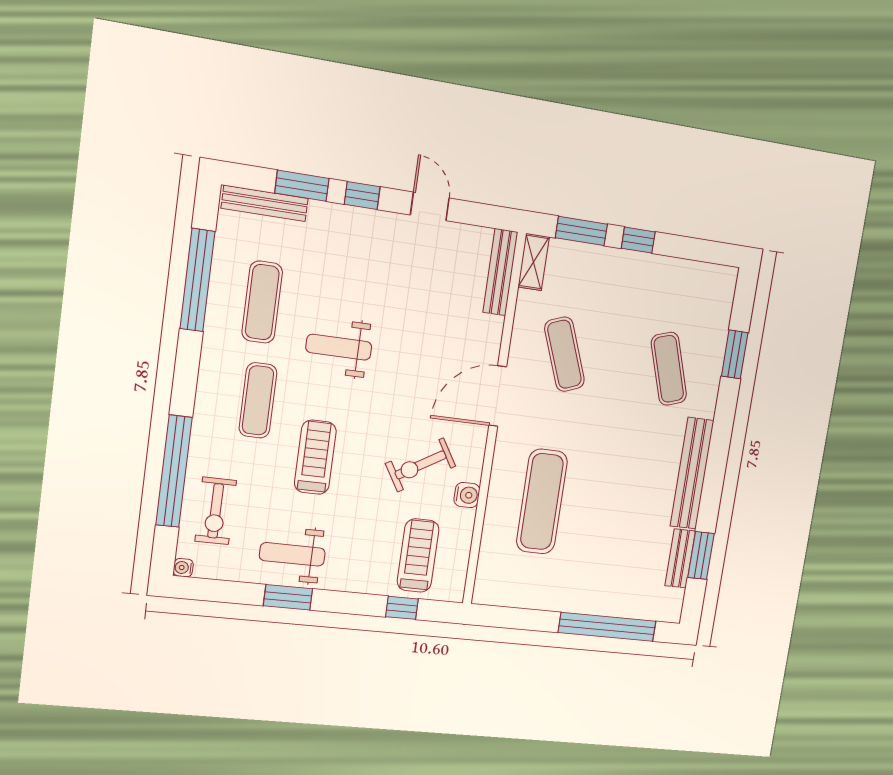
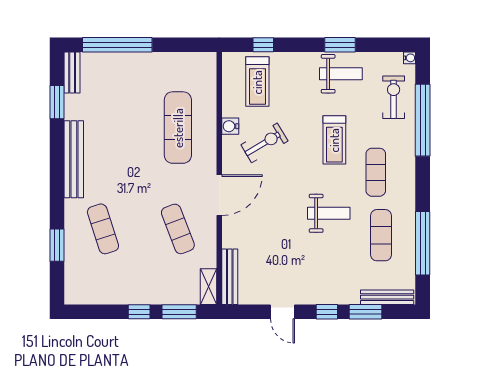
bench: (680, 558) -> (72, 73), moved

